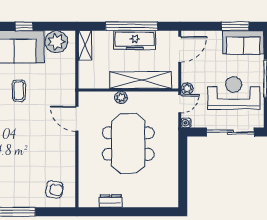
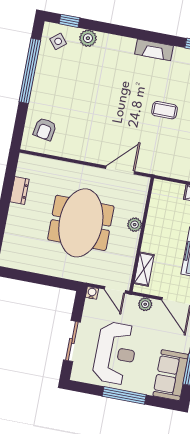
shelving: (141, 80) -> (144, 269), width x0.45, depth x0.75
plant: (187, 89) -> (145, 304), moved
sliding door: (230, 132) -> (72, 341), width x0.73
meeting table: (128, 144) -> (81, 223), turned 90

